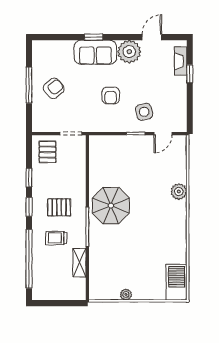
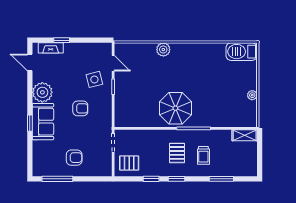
door: (152, 37) -> (30, 62), moved
window: (29, 85) -> (57, 179), moved
armchair: (54, 88) -> (74, 158), turned 130
window: (29, 259) -> (221, 179), width x0.47
shelving: (79, 263) -> (245, 135), moved

